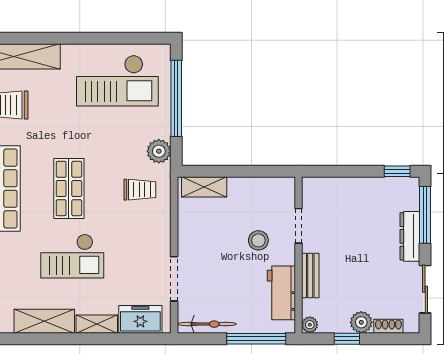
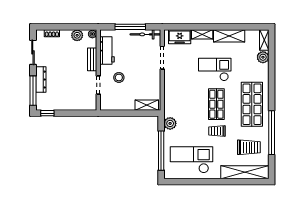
trolley: (140, 190) -> (217, 131), moved
plant: (361, 322) -> (77, 35), moved
window: (256, 339) -> (130, 27), moved
window: (347, 339) -> (73, 27), removed

